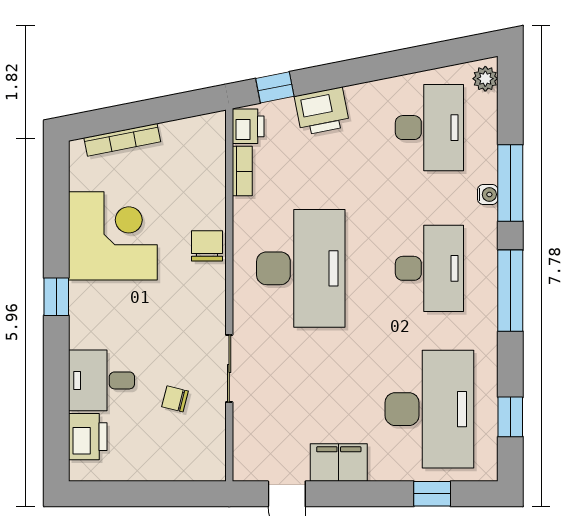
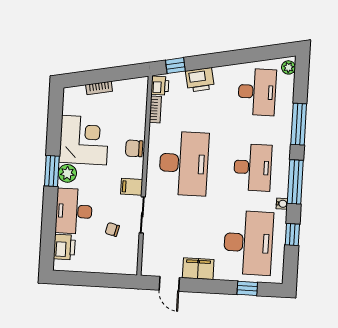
bookcase: (122, 140) -> (99, 88), width x0.64
water cooler: (488, 194) -> (282, 204), moved
chair: (207, 246) -> (134, 148), turned -90
window: (56, 297) -> (52, 171), width x1.50
plant: (85, 299) -> (67, 173), added
filing cabinet: (206, 317) -> (132, 187), added
desk: (102, 380) -> (74, 211), width x1.37
window: (510, 417) -> (292, 234), moved

